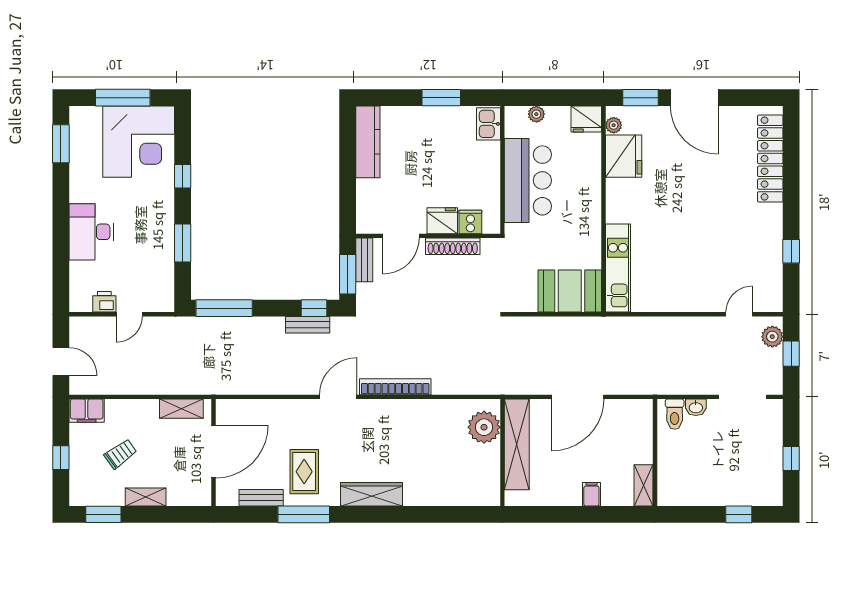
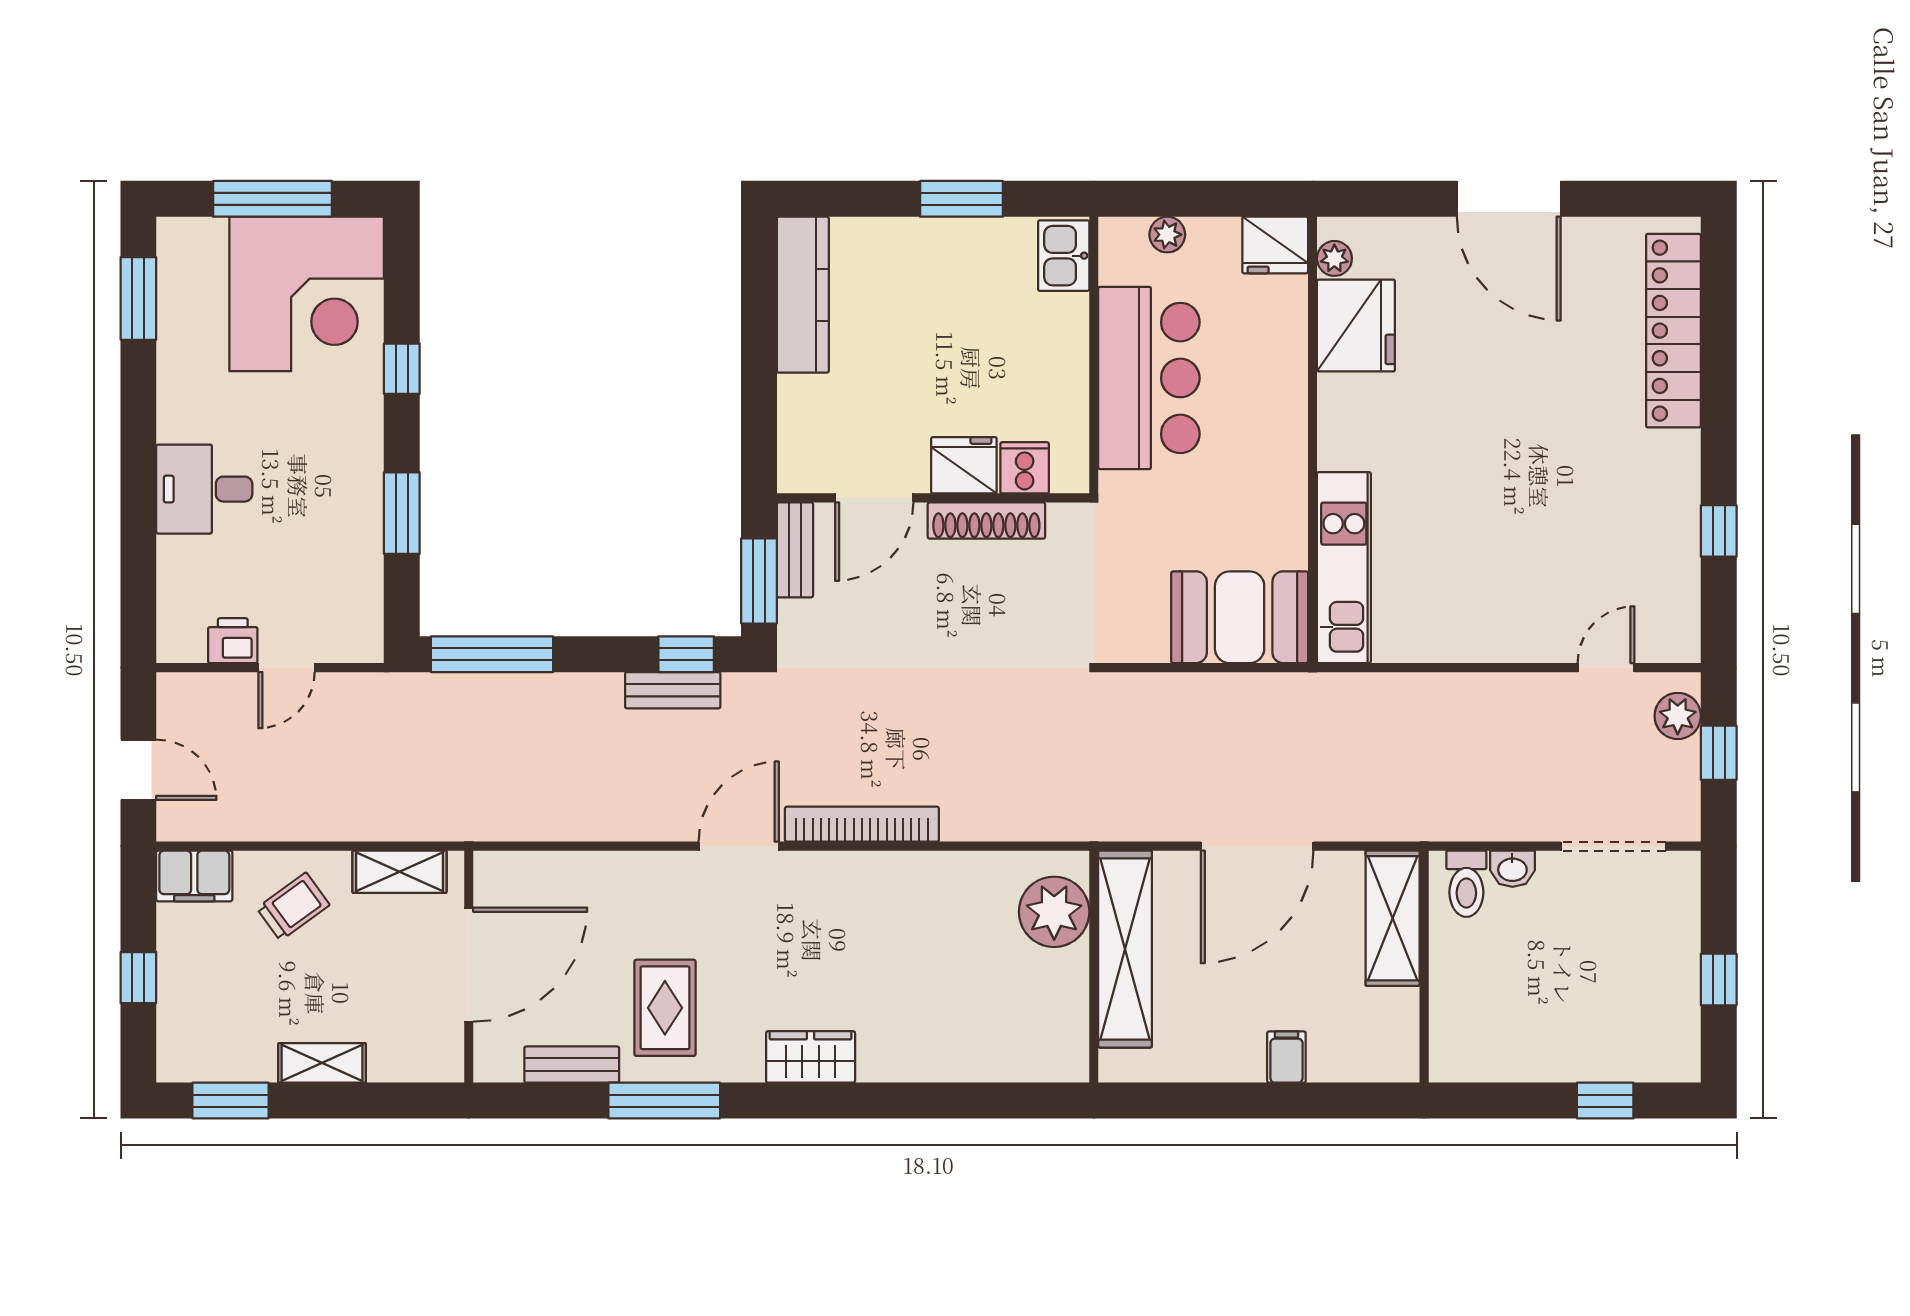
window: (641, 98) -> (1393, 199), removed
desk: (91, 232) -> (204, 489), width x0.73
trolley: (120, 454) -> (293, 907), moved
shelving: (644, 485) -> (1393, 918), moved, width x1.50, depth x1.33
wardrobe: (371, 494) -> (811, 1057), width x0.67

